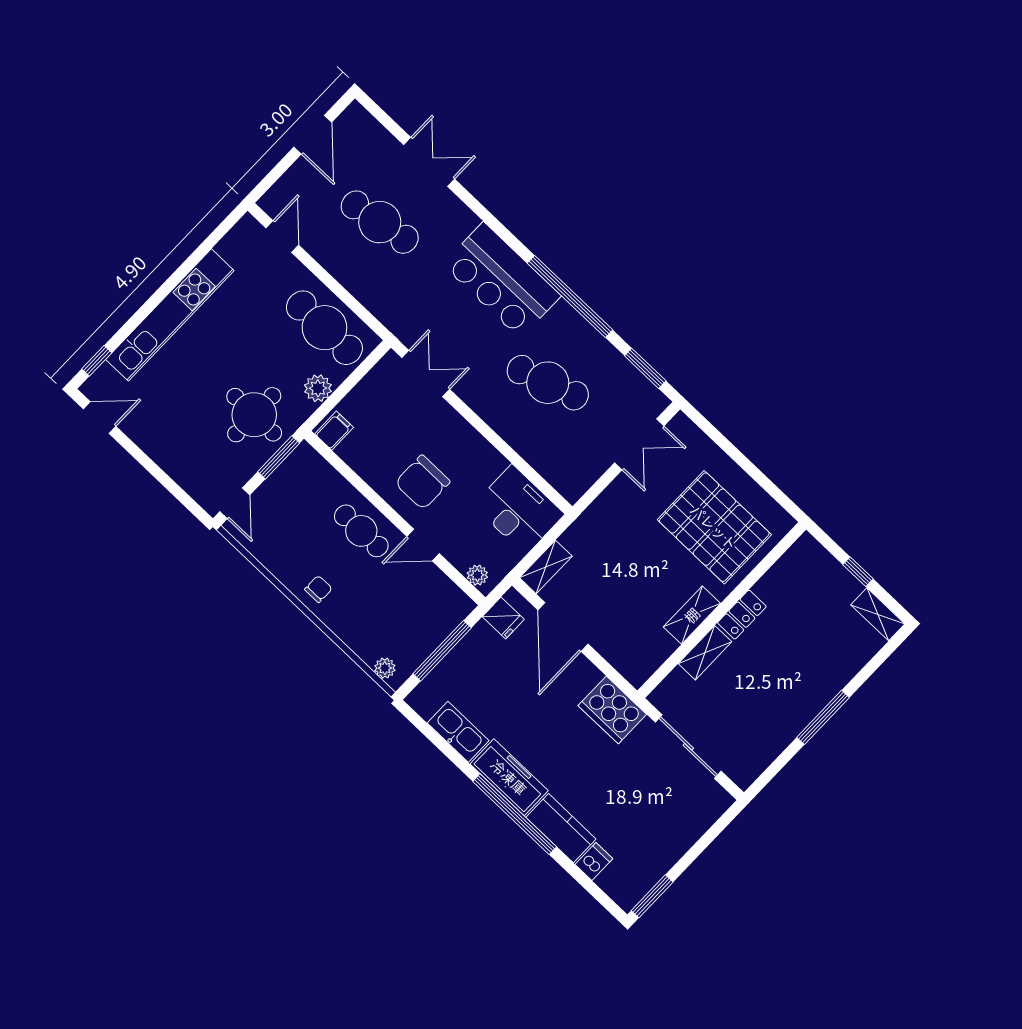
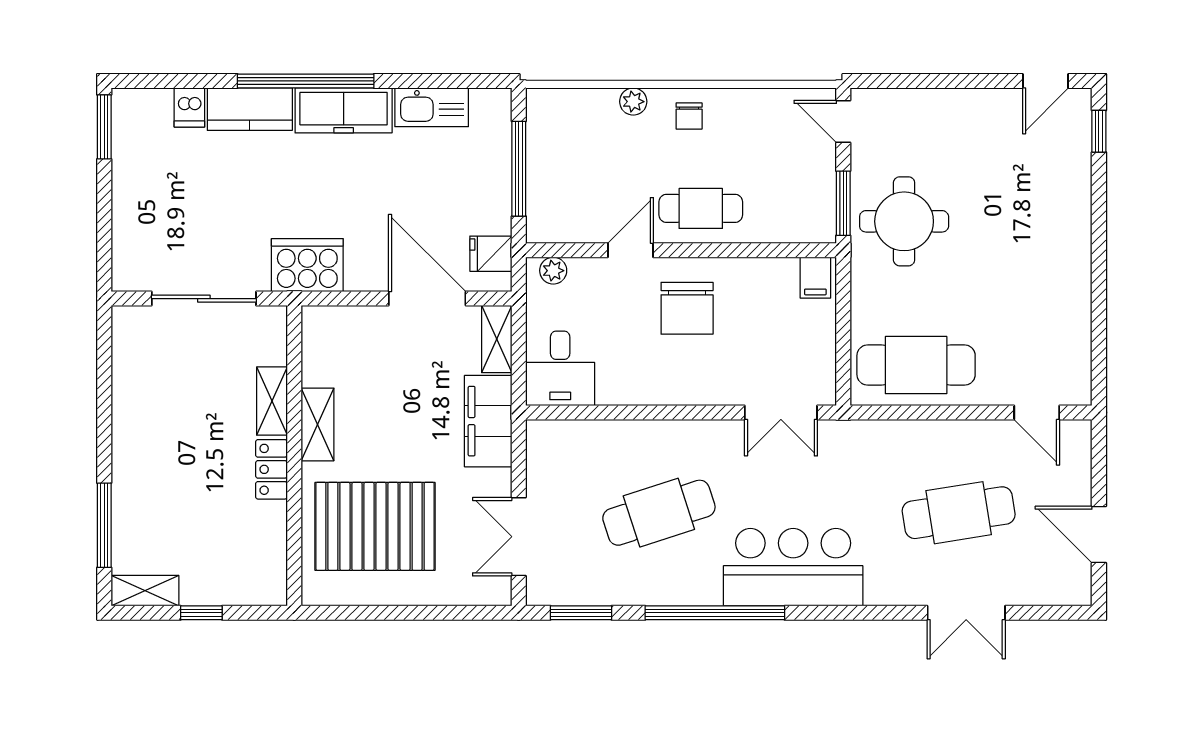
kitchen unit: (170, 315) -> (1072, 239), removed
plant: (318, 388) -> (868, 303), removed
chair: (422, 482) -> (687, 308), turned 180
desk: (519, 510) -> (560, 368), width x0.73
filing cabinet: (595, 526) -> (488, 421), added
plant: (385, 668) -> (633, 102), moved
window: (823, 717) -> (104, 525), moved

